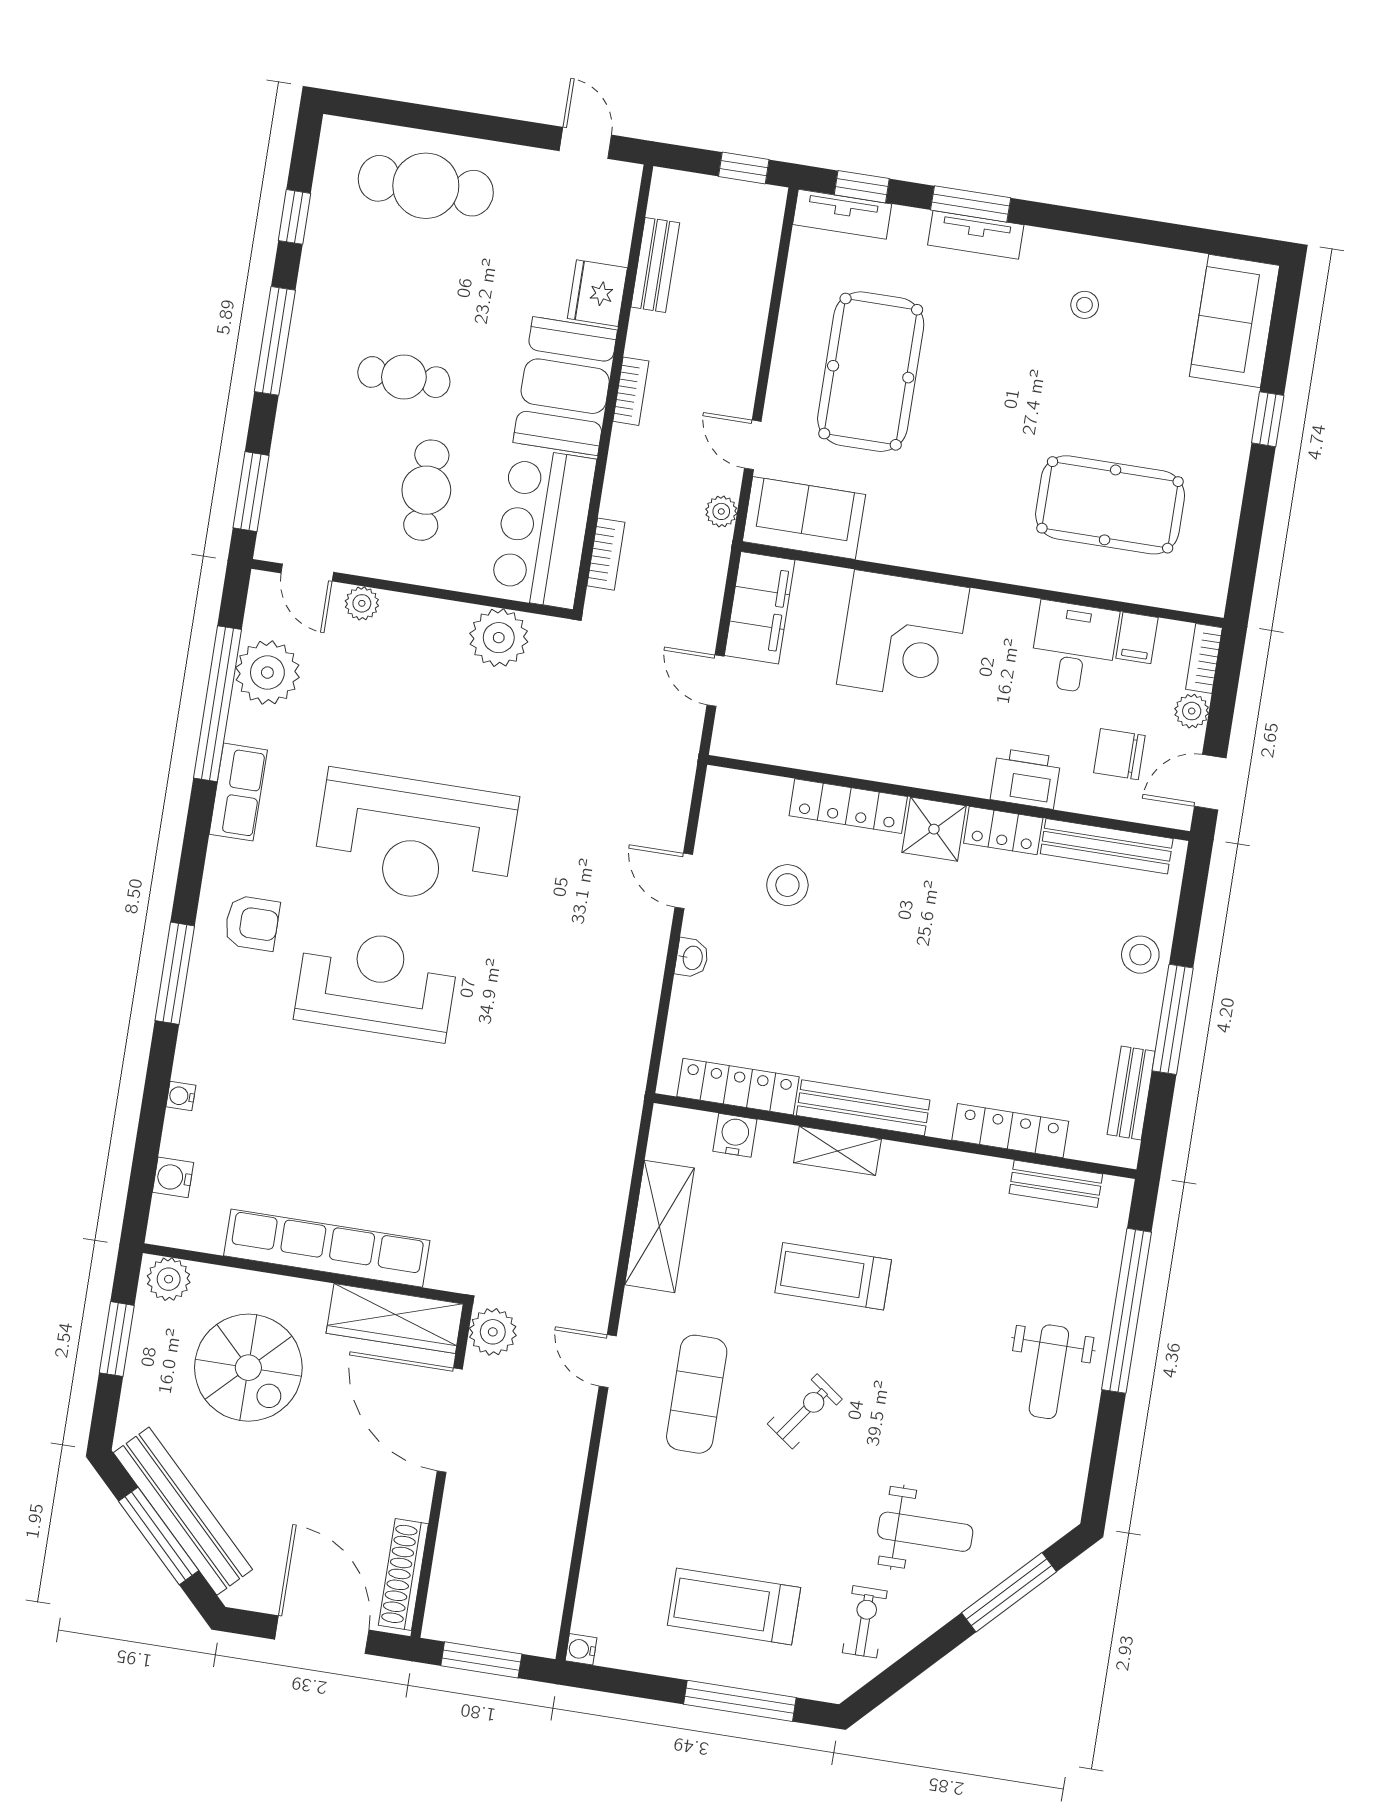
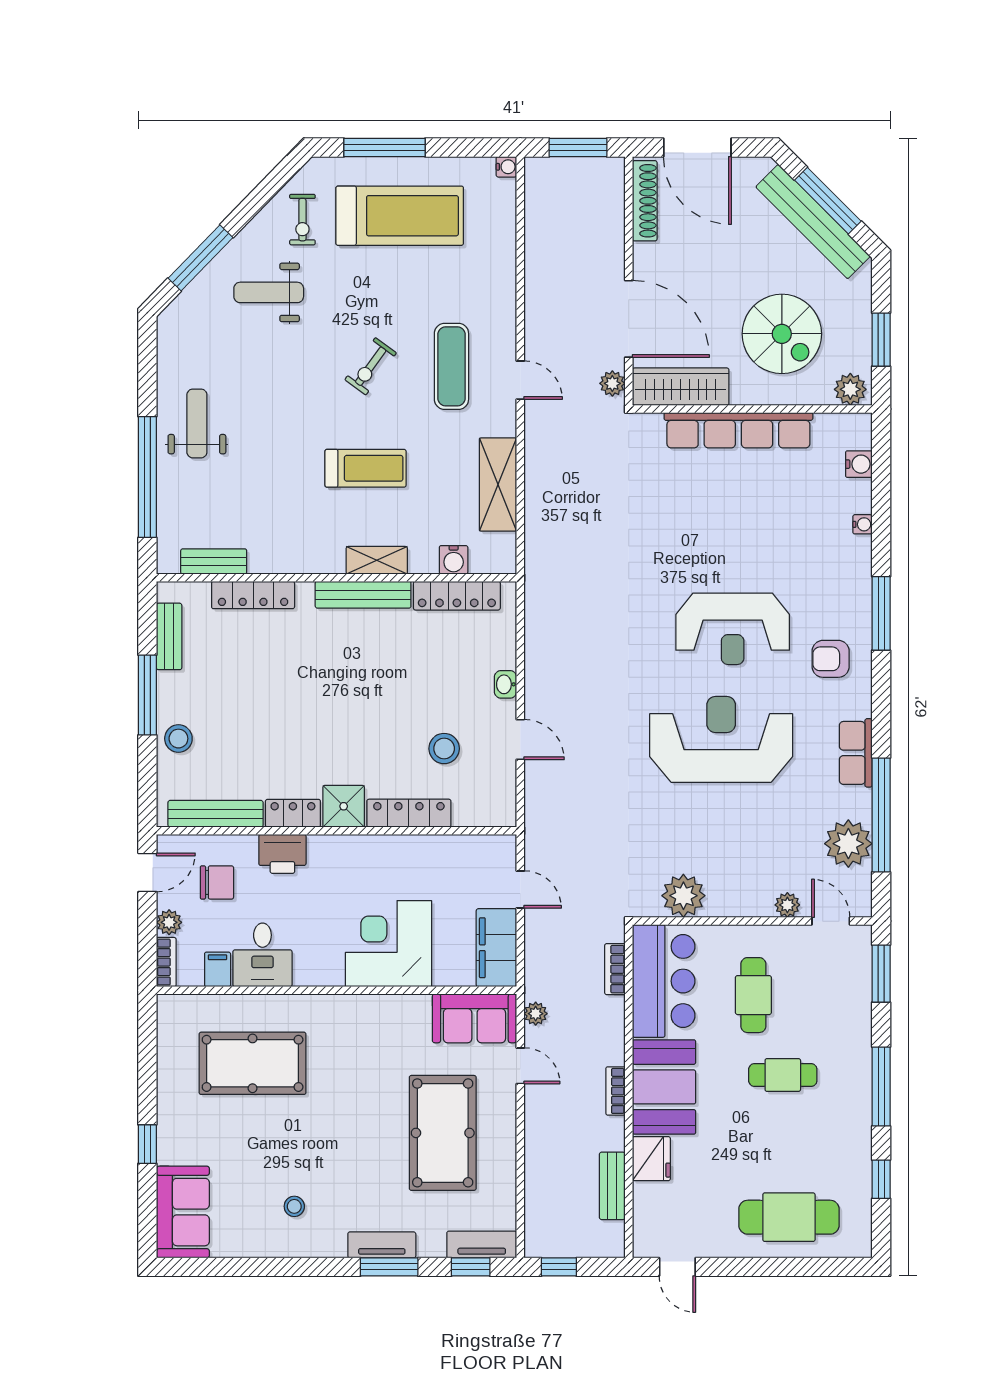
plant: (493, 1332) -> (612, 383), width x0.73, depth x0.73
spiral stairs: (248, 1368) -> (782, 334), turned 180
treadmill: (734, 1606) -> (400, 216), width x1.37, depth x1.38

